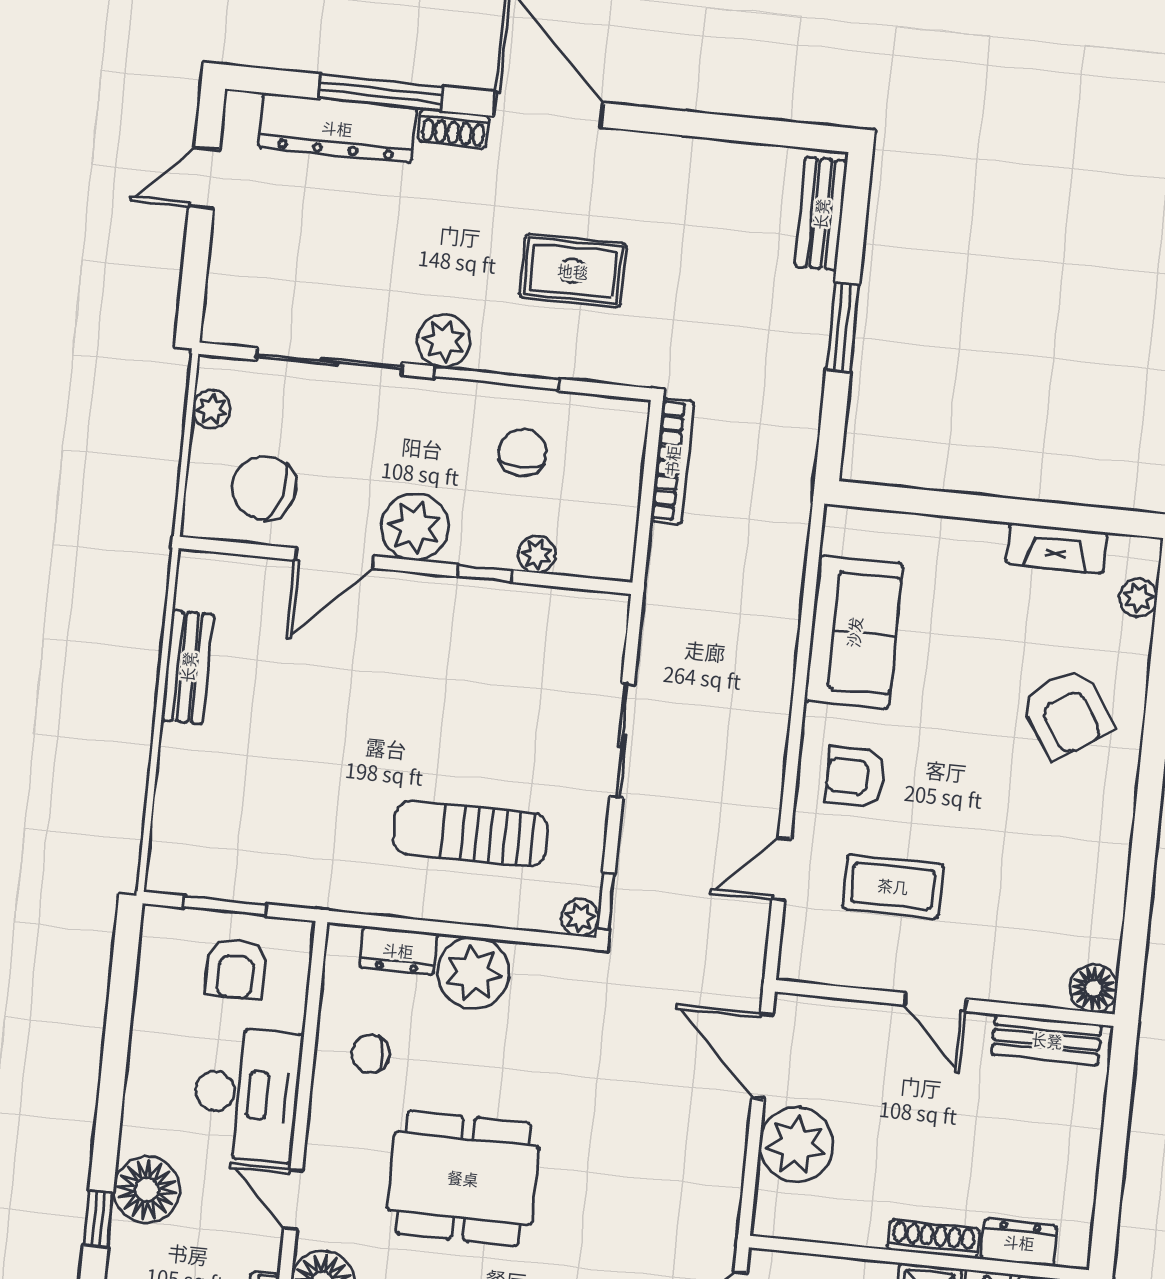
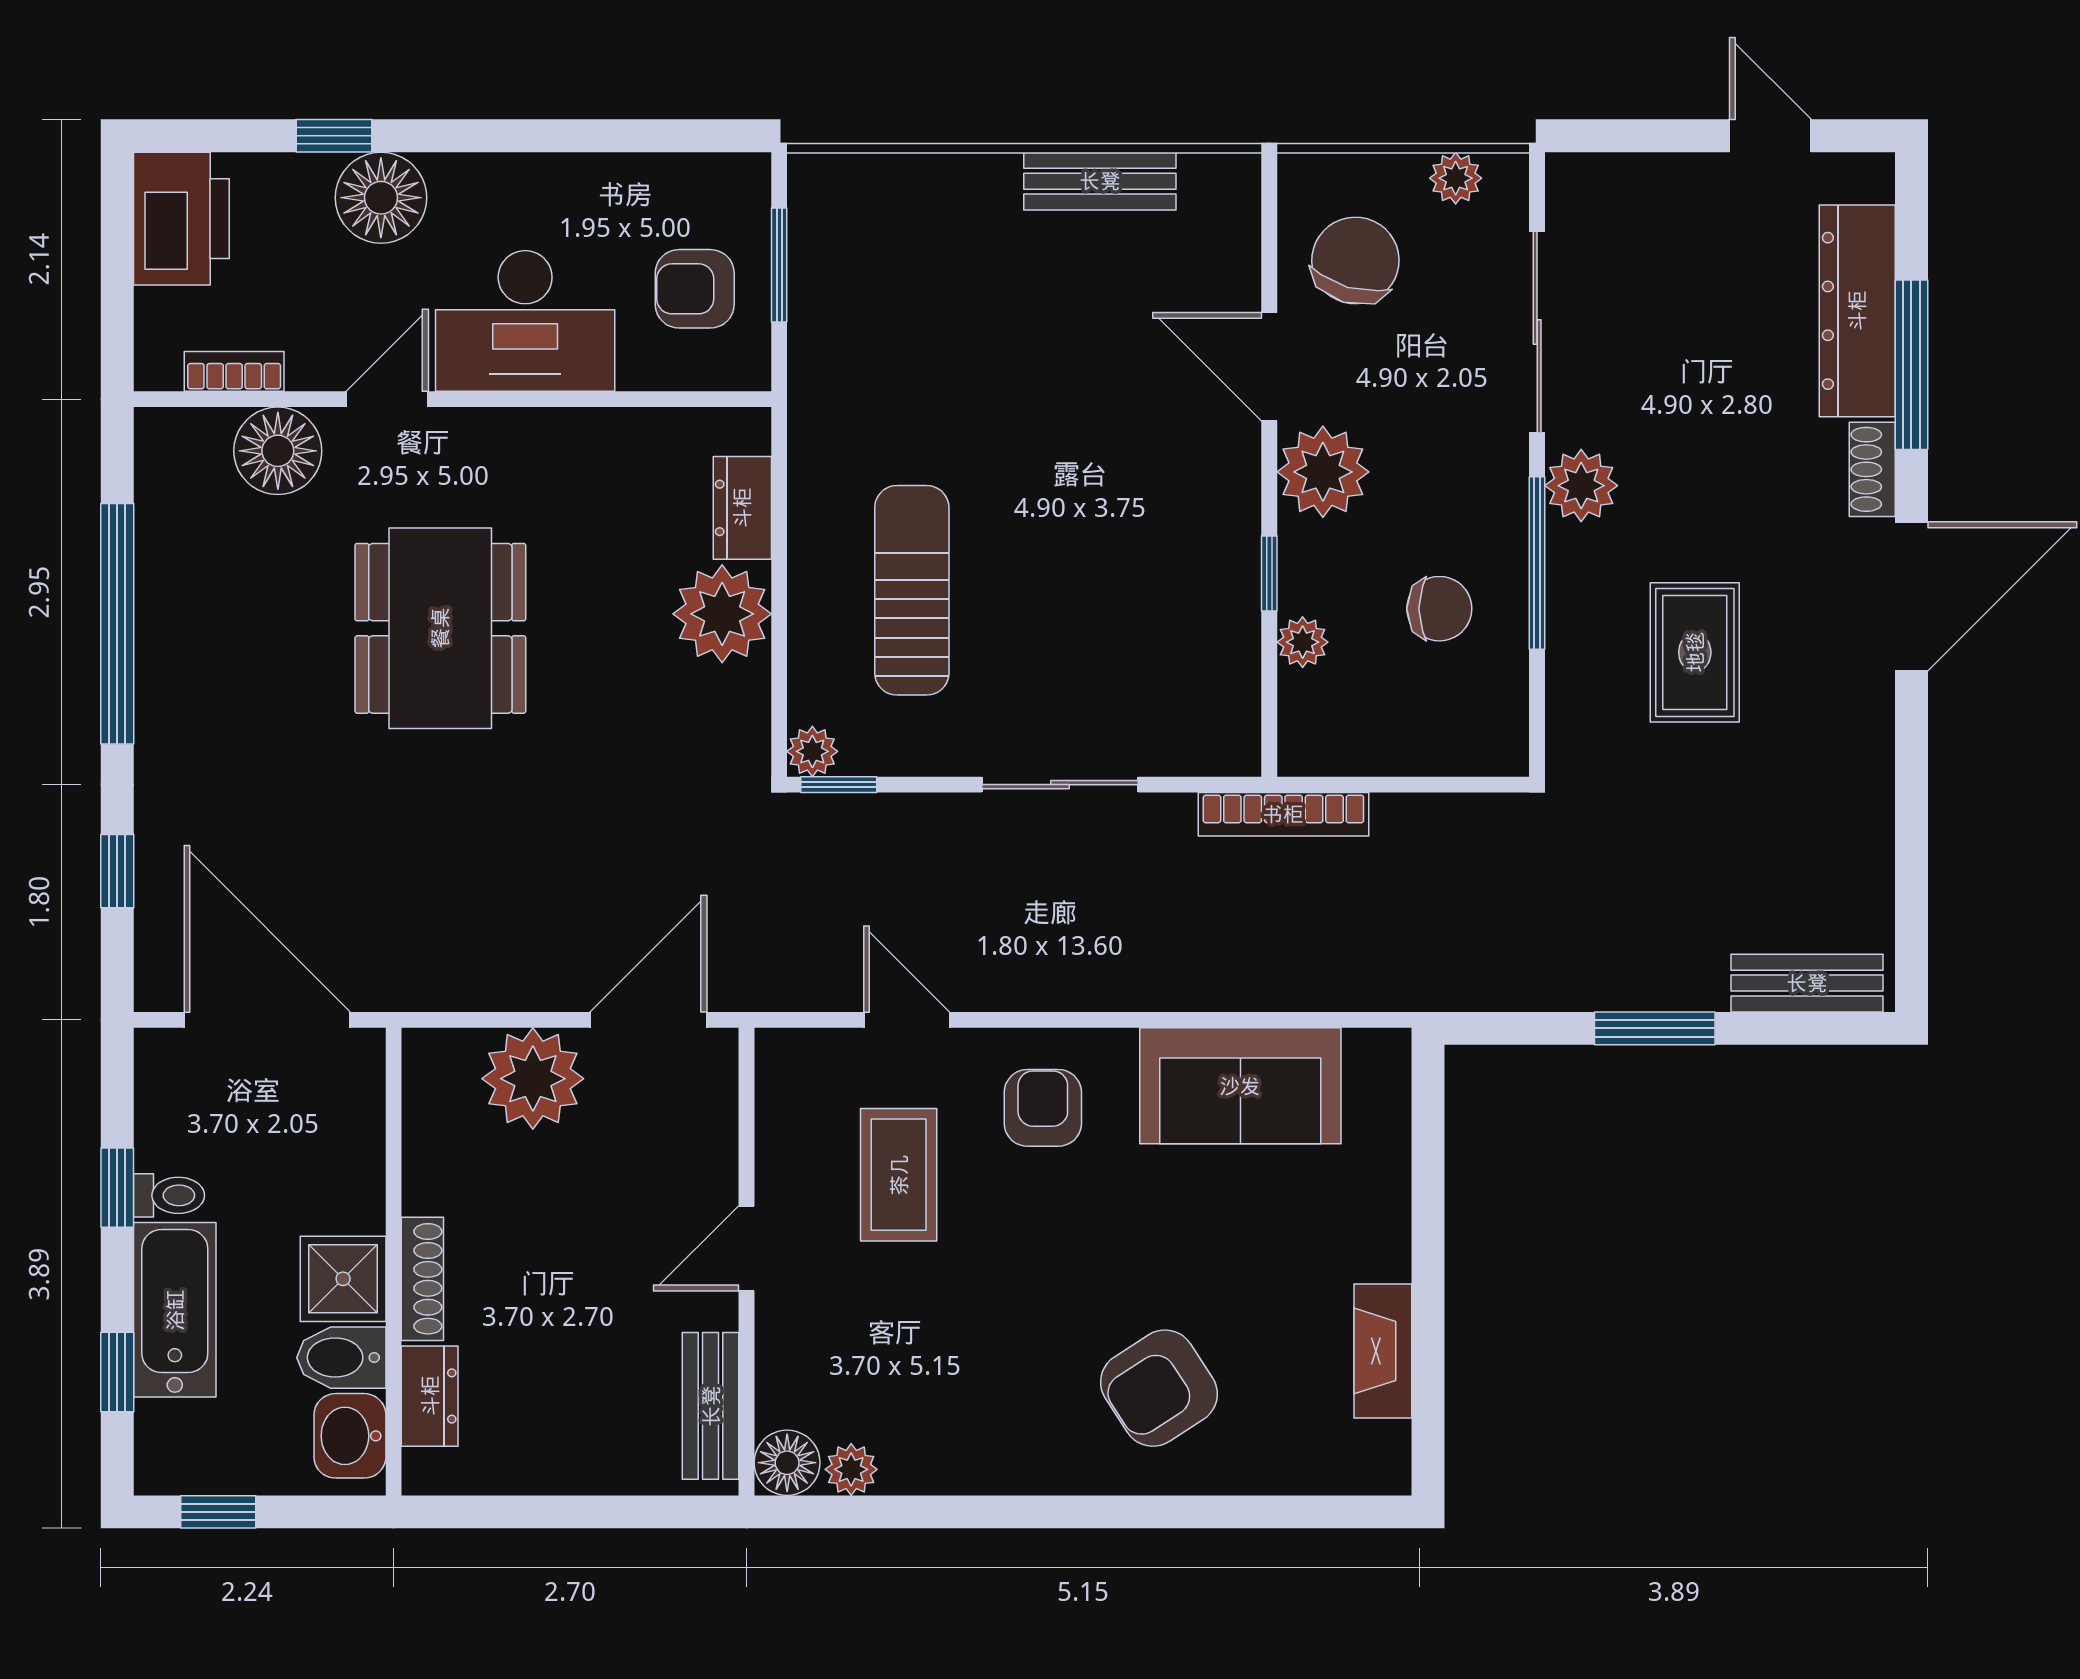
bookcase: (672, 461) -> (1283, 814), moved
plant: (1138, 598) -> (851, 1469), moved
chair: (371, 1054) -> (597, 485), removed

